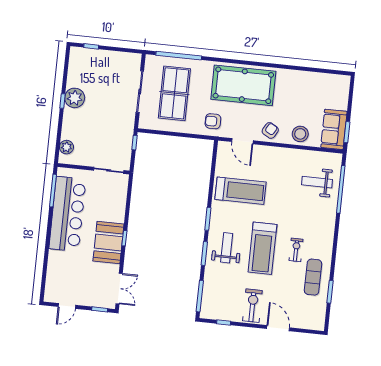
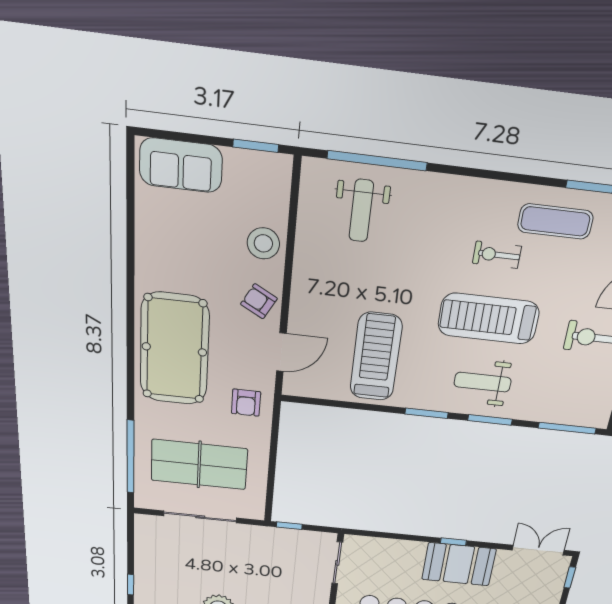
sofa: (334, 129) -> (181, 165), moved
treadmill: (262, 248) -> (489, 319), turned 180

